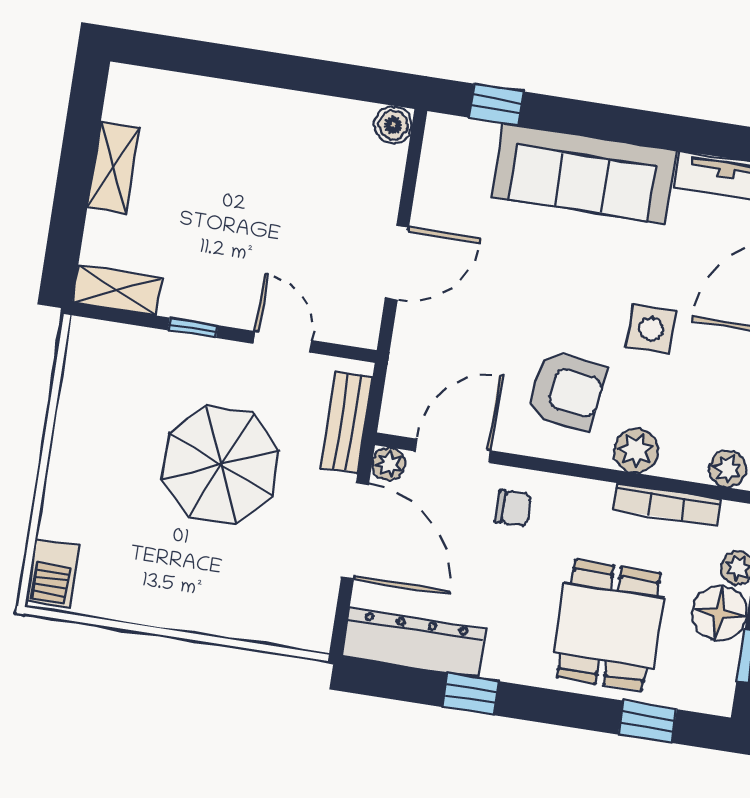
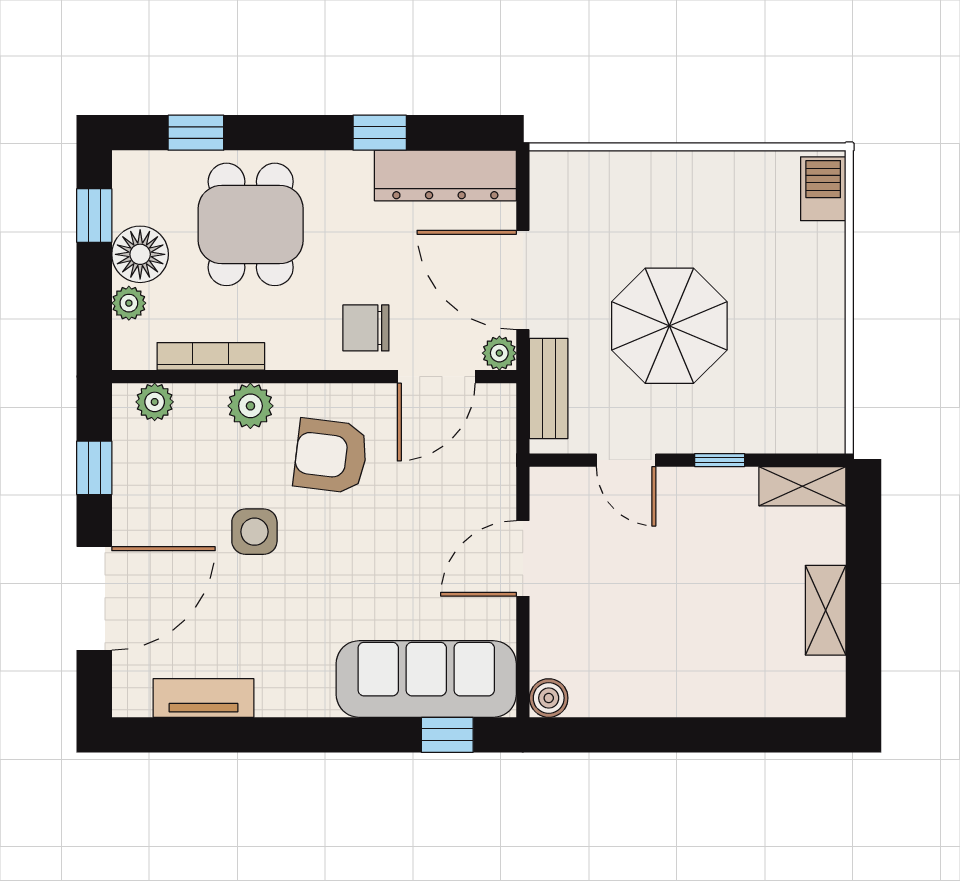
sofa: (584, 173) -> (426, 679), moved
chair: (513, 508) -> (366, 328), width x1.37, depth x1.37

